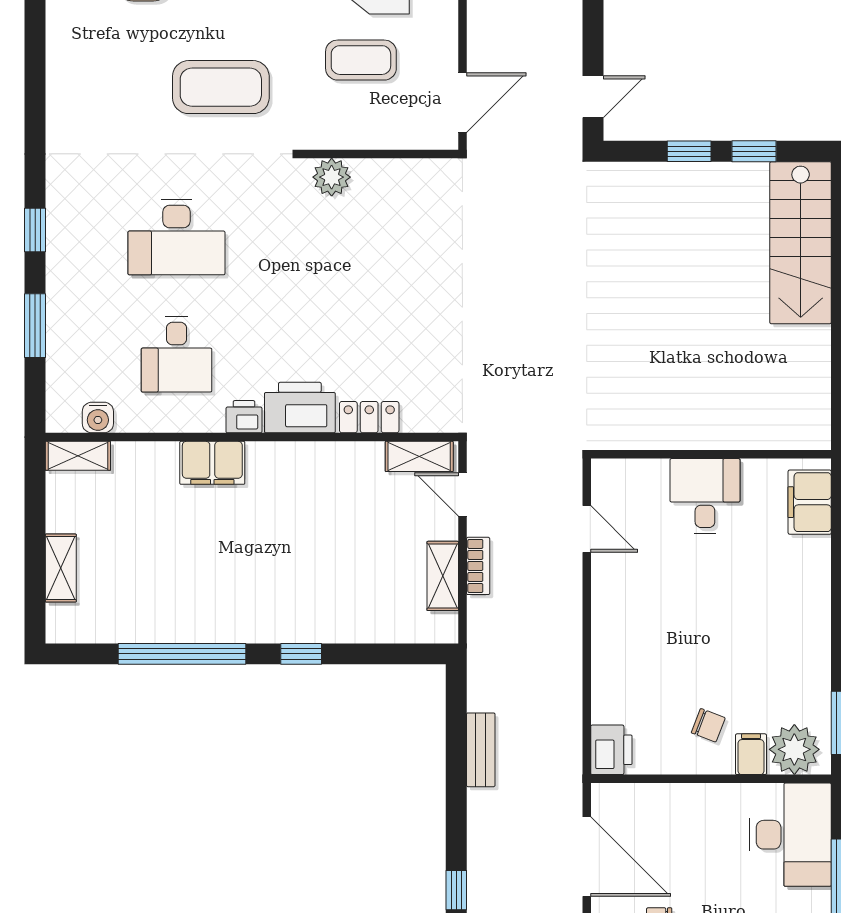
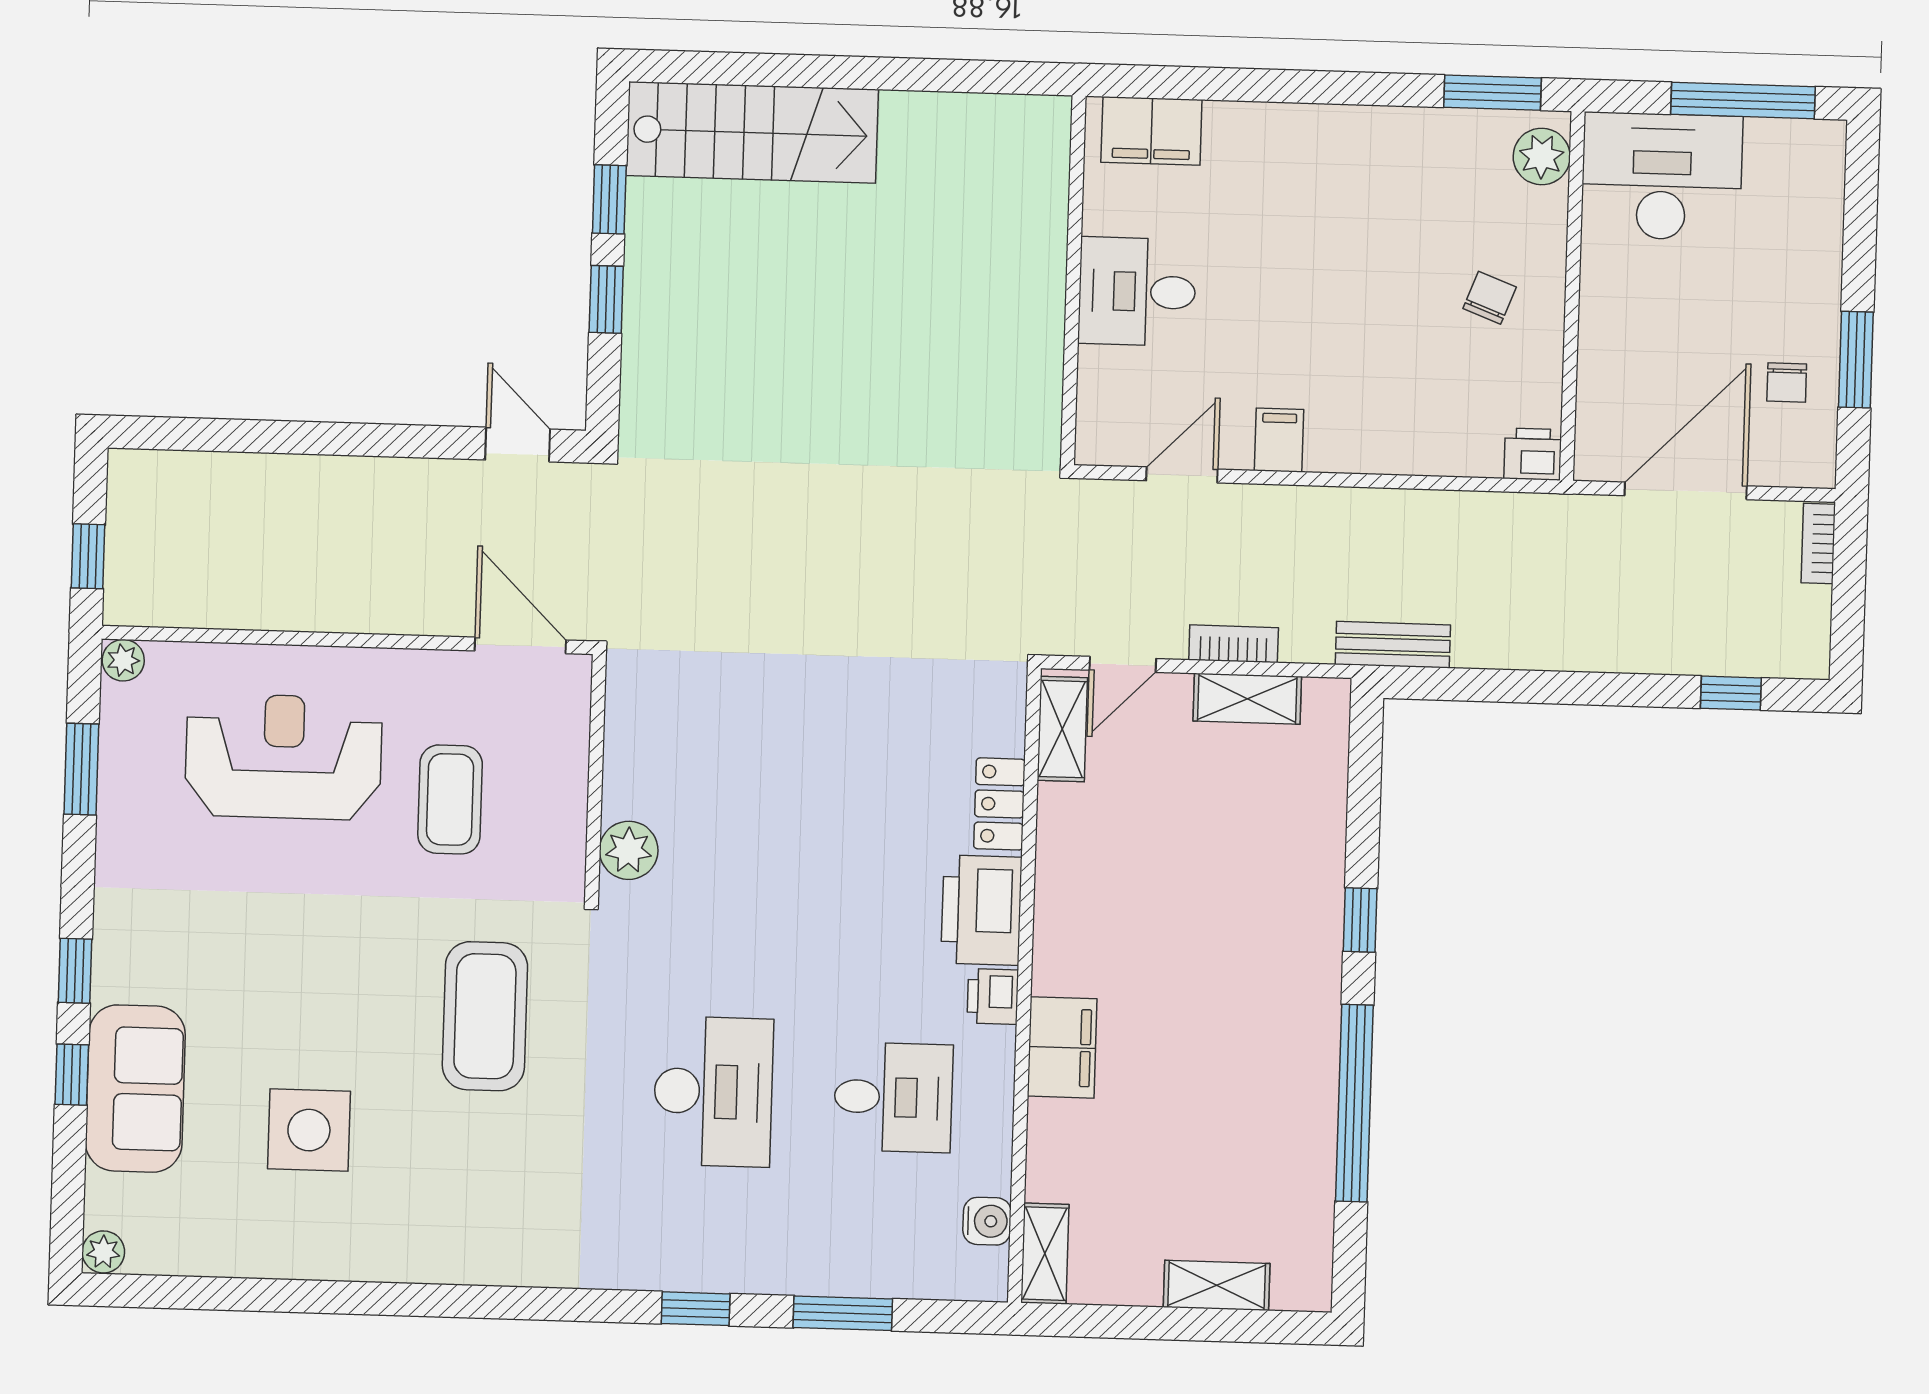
plant: (794, 749) -> (1542, 156), width x0.73, depth x0.73
bench: (481, 750) -> (1393, 645), moved
printer: (611, 750) -> (1533, 454), width x0.73, depth x0.81
filing cabinet: (751, 754) -> (1279, 440), moved, turned 90

